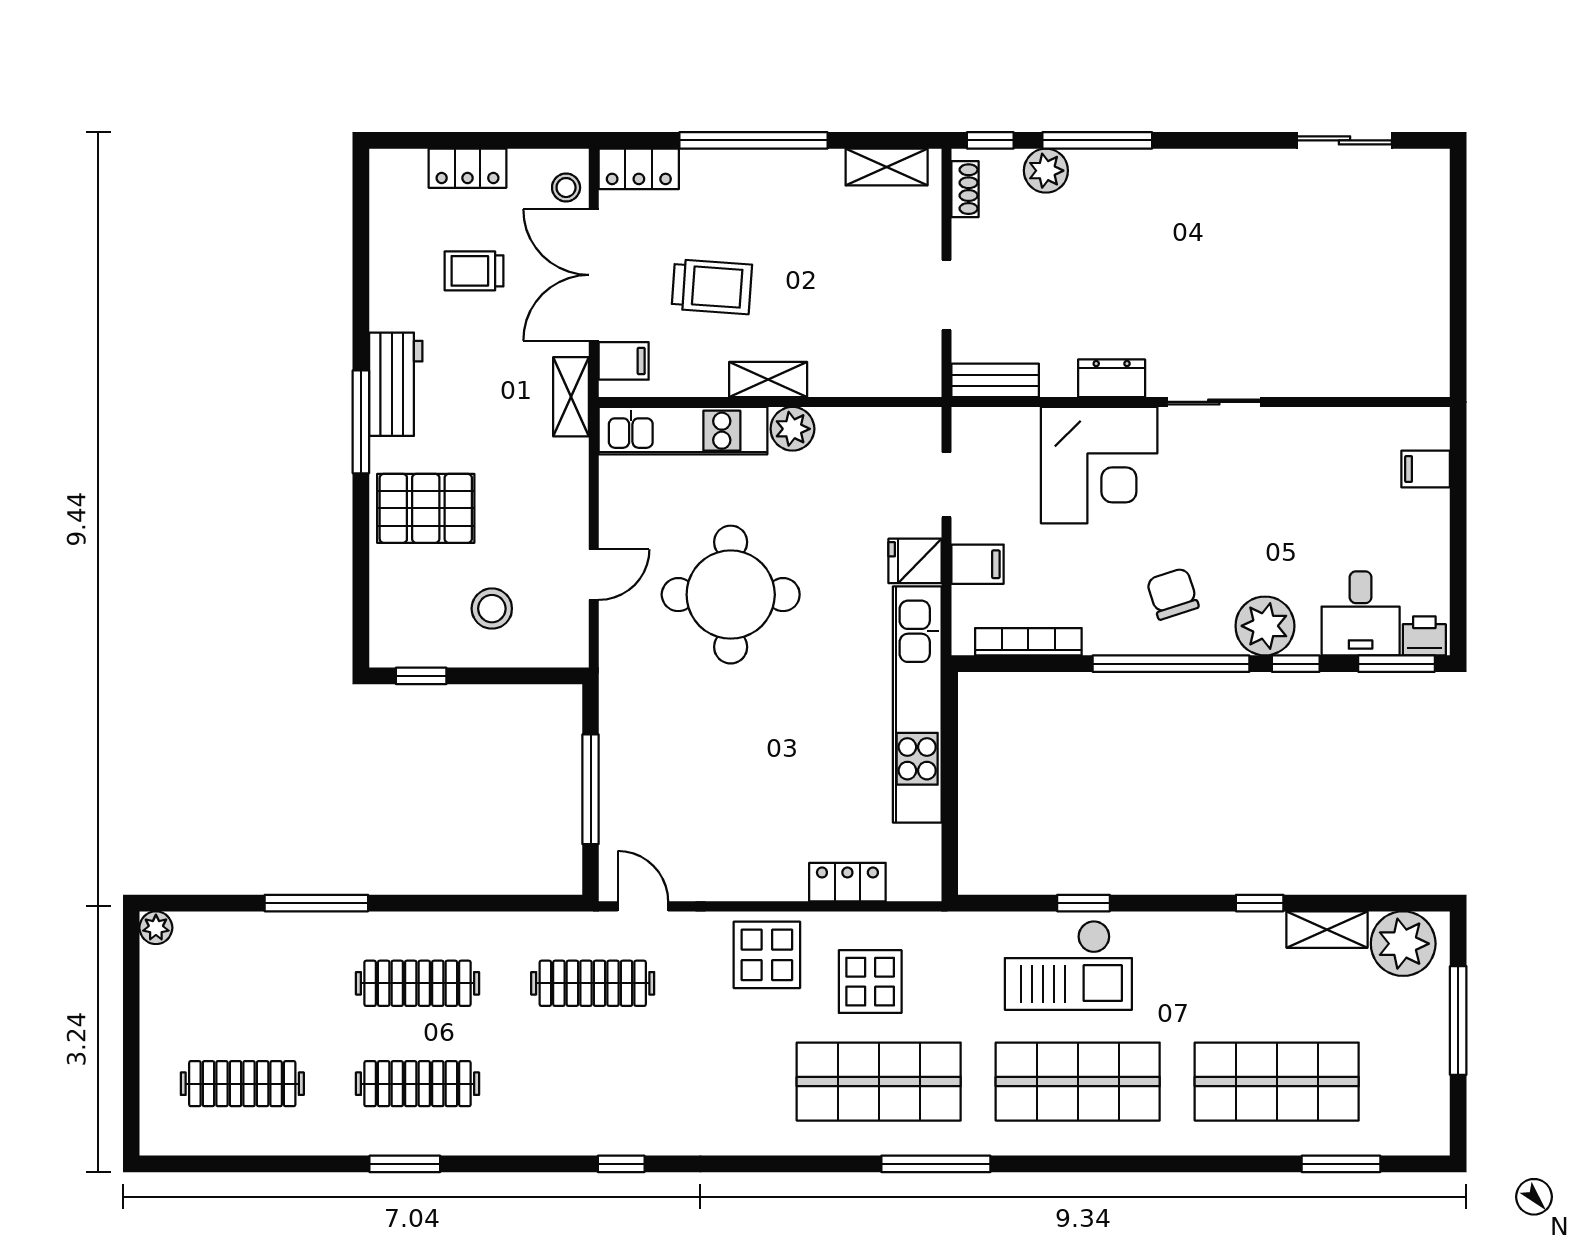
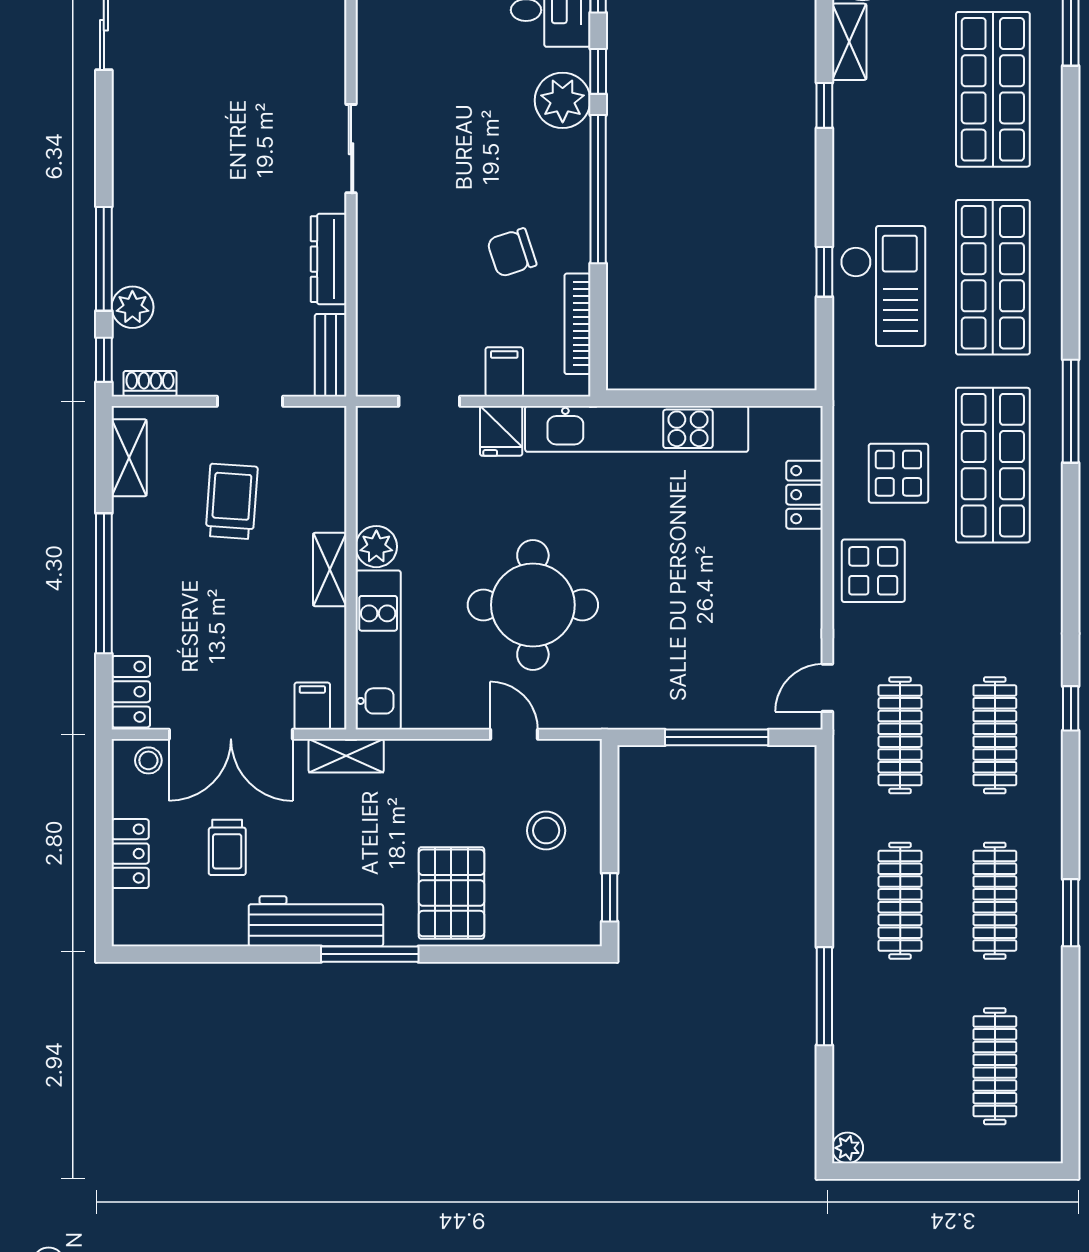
trolley: (712, 287) -> (232, 501), moved
dresser: (1112, 378) -> (329, 259), width x1.44
workbench: (396, 384) -> (316, 921), width x1.38
corner desk: (1099, 465) -> (411, 257), removed
chair: (1173, 594) -> (512, 253), moved
clothes rail: (593, 1084) -> (995, 735), added

